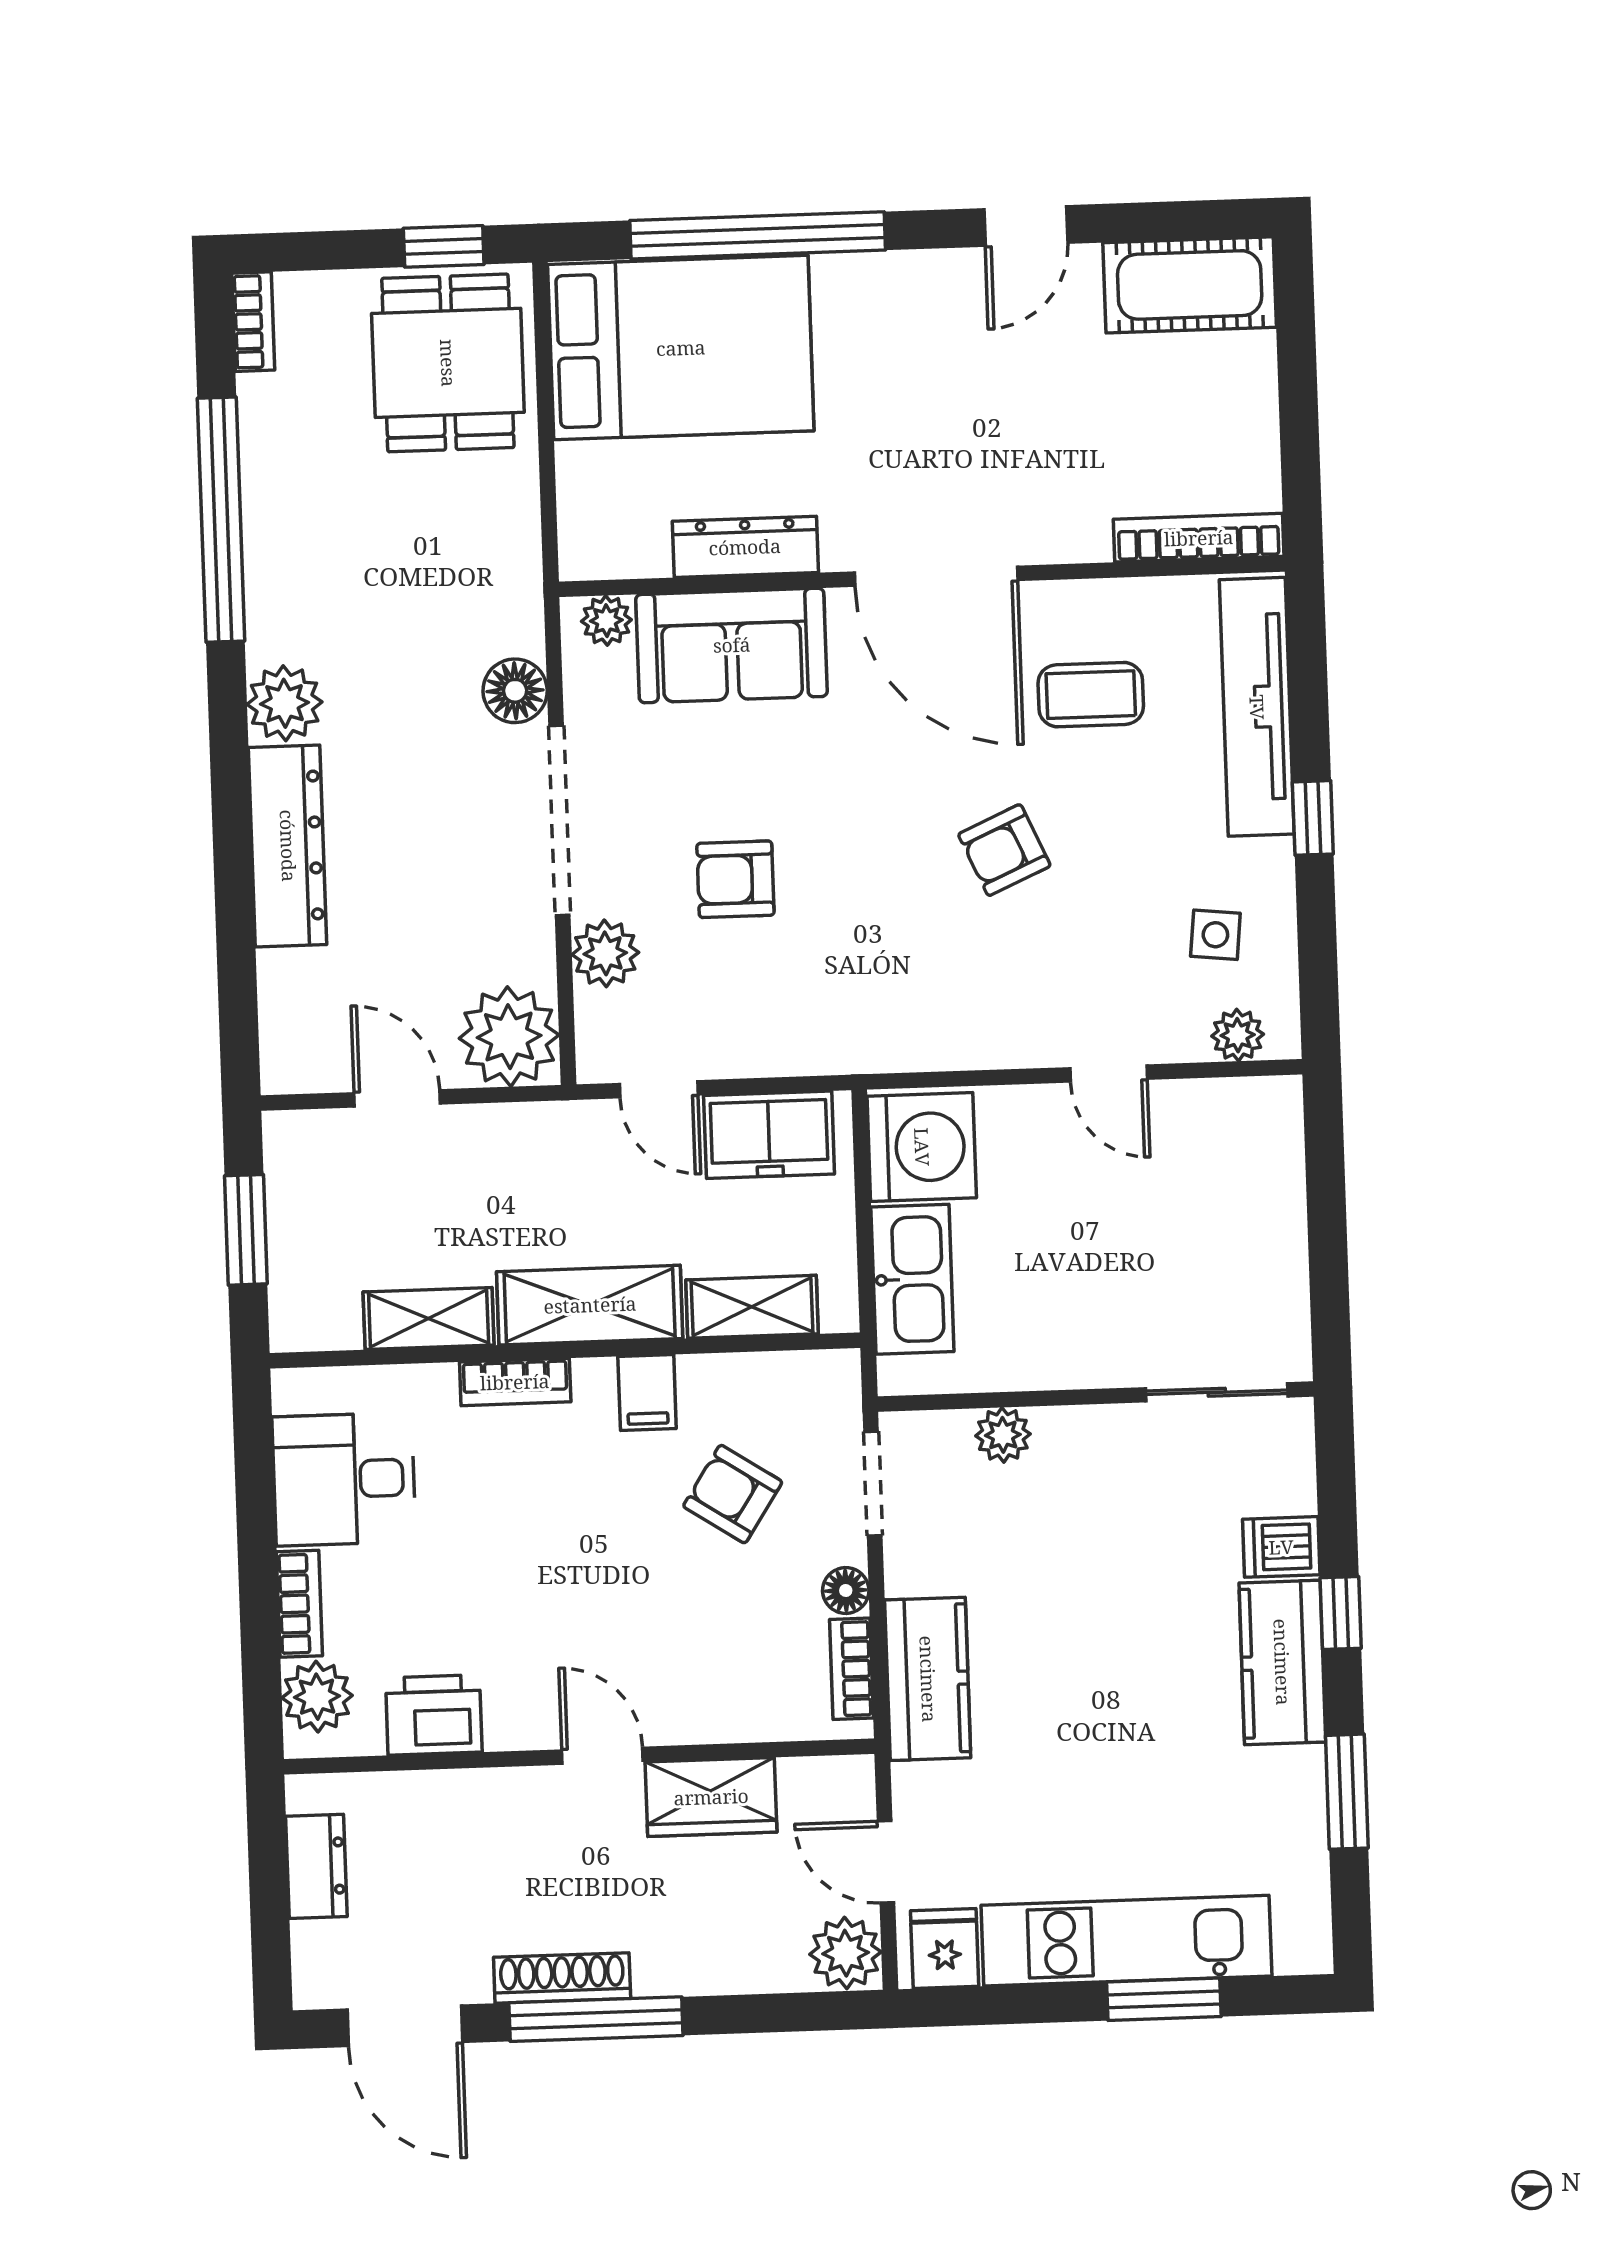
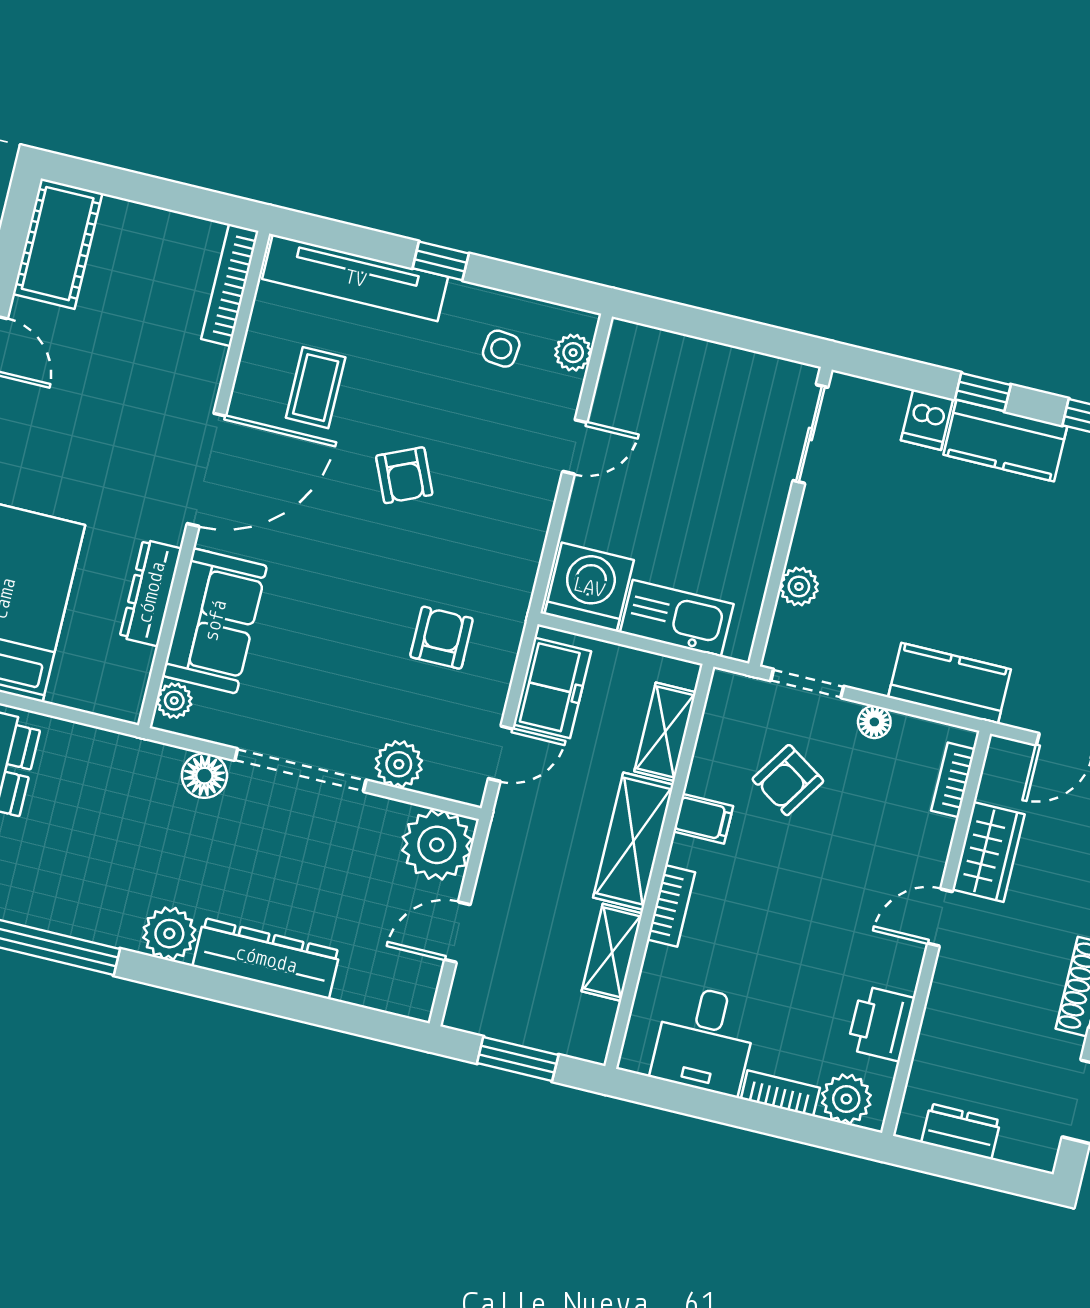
armchair: (735, 879) -> (442, 638), moved, turned 180
bookcase: (851, 1669) -> (953, 780), moved, turned 90

